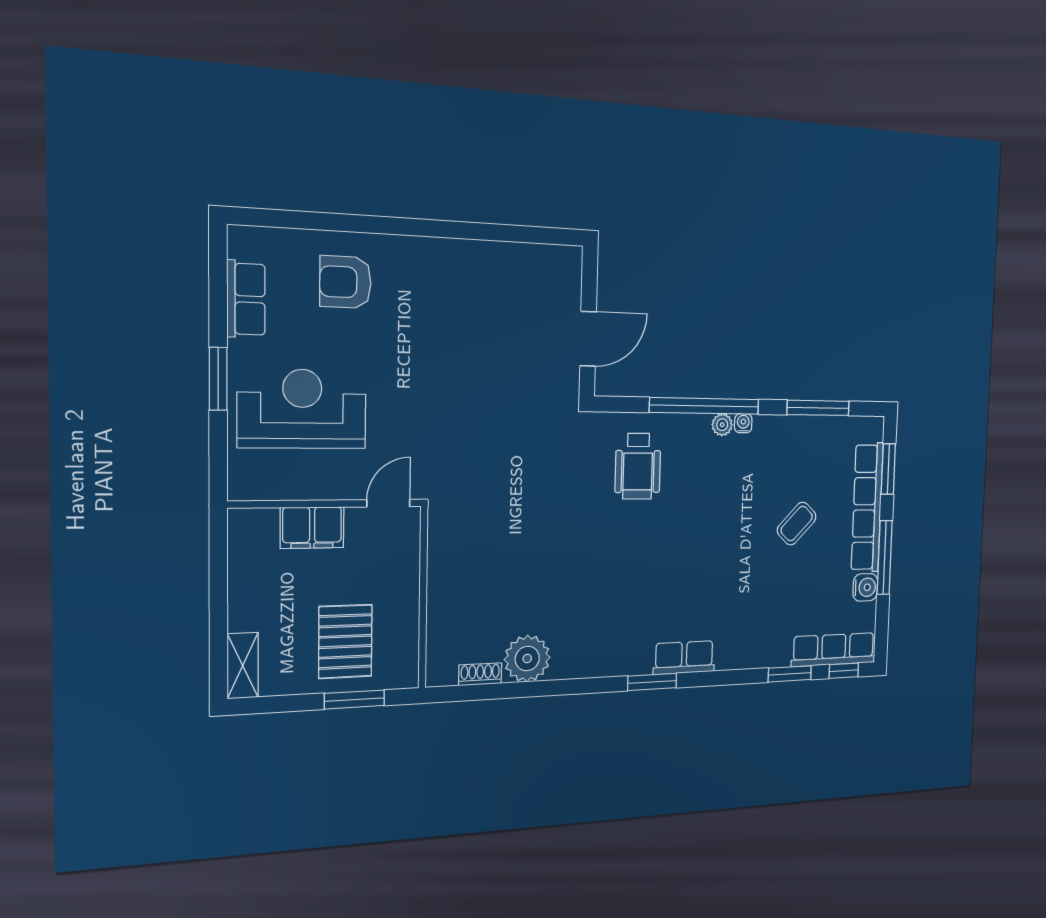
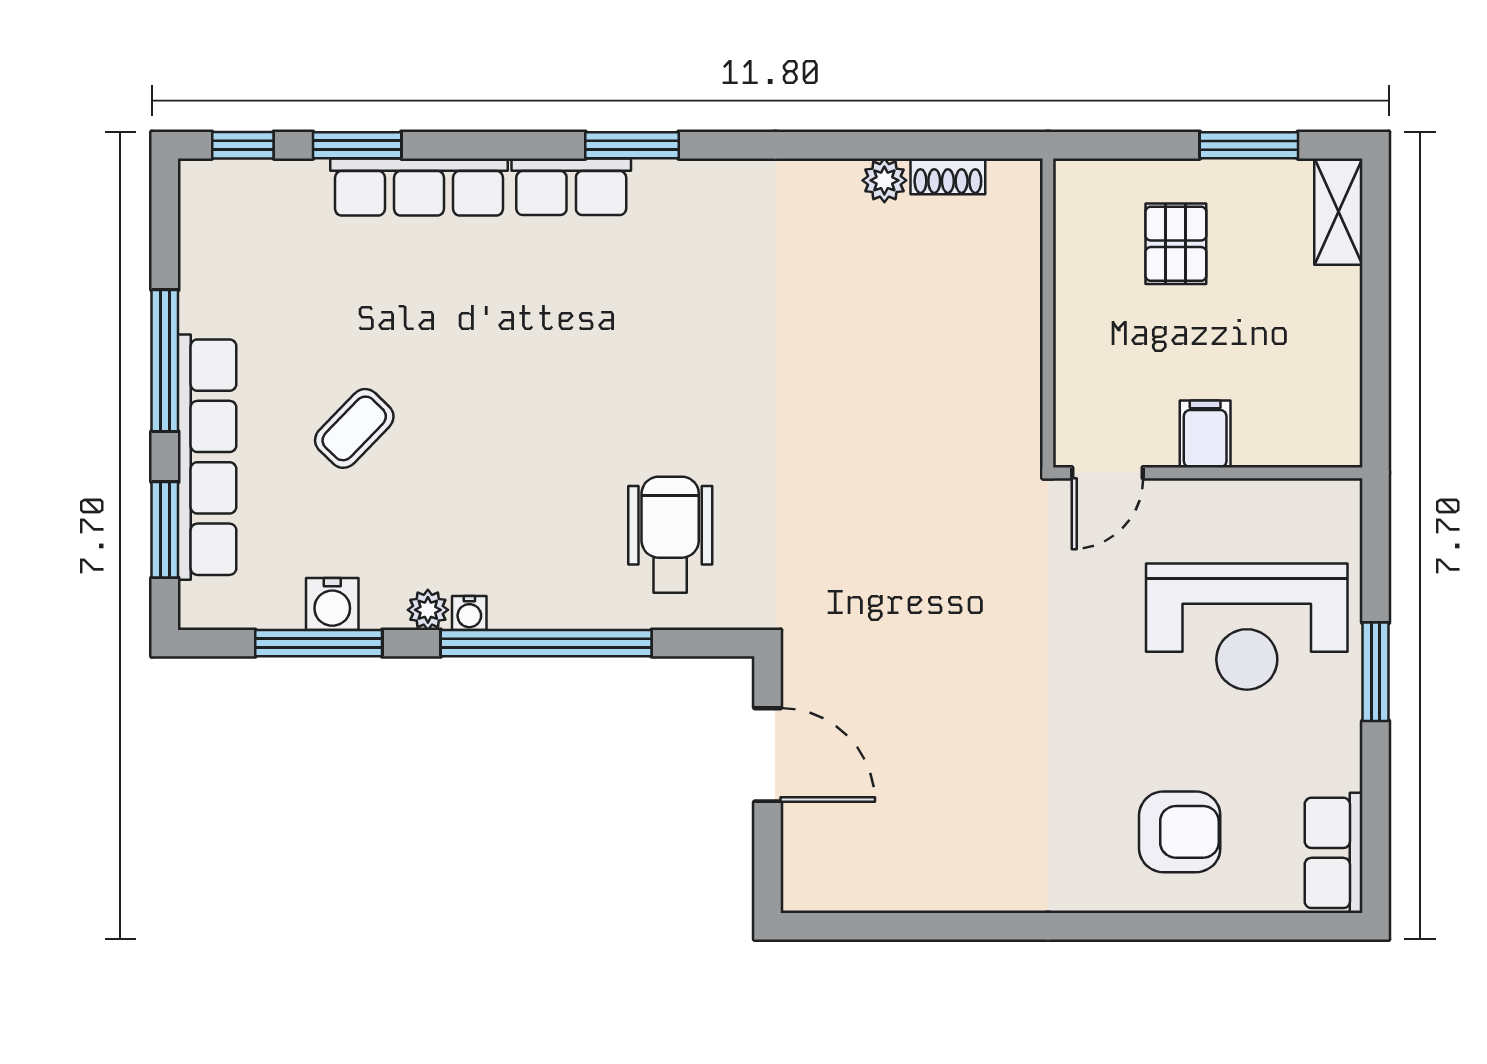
row of seats: (246, 299) -> (1334, 853), moved
door: (588, 339) -> (768, 755), swing flipped
plant: (722, 425) -> (428, 610), moved
filing cabinet: (312, 528) -> (1205, 434), width x0.50
water cooler: (865, 587) -> (332, 604), moved, turned -90
pallet: (345, 641) -> (1176, 244), width x0.67, depth x0.71
row of seats: (834, 650) -> (419, 187), moved
plant: (527, 659) -> (884, 180), width x0.53, depth x0.53
window: (354, 700) -> (1249, 145), moved

